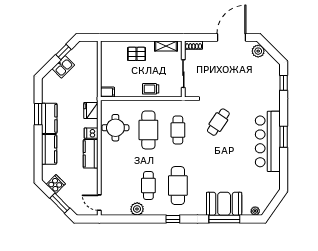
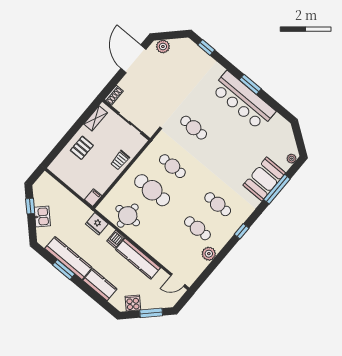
kitchen counter: (49, 118) -> (68, 258), width x1.50
cafe table: (218, 122) -> (194, 128), turned -34
kitchen counter: (91, 154) -> (138, 259), width x1.50
cafe table: (178, 186) -> (218, 204), width x0.73, depth x0.74

